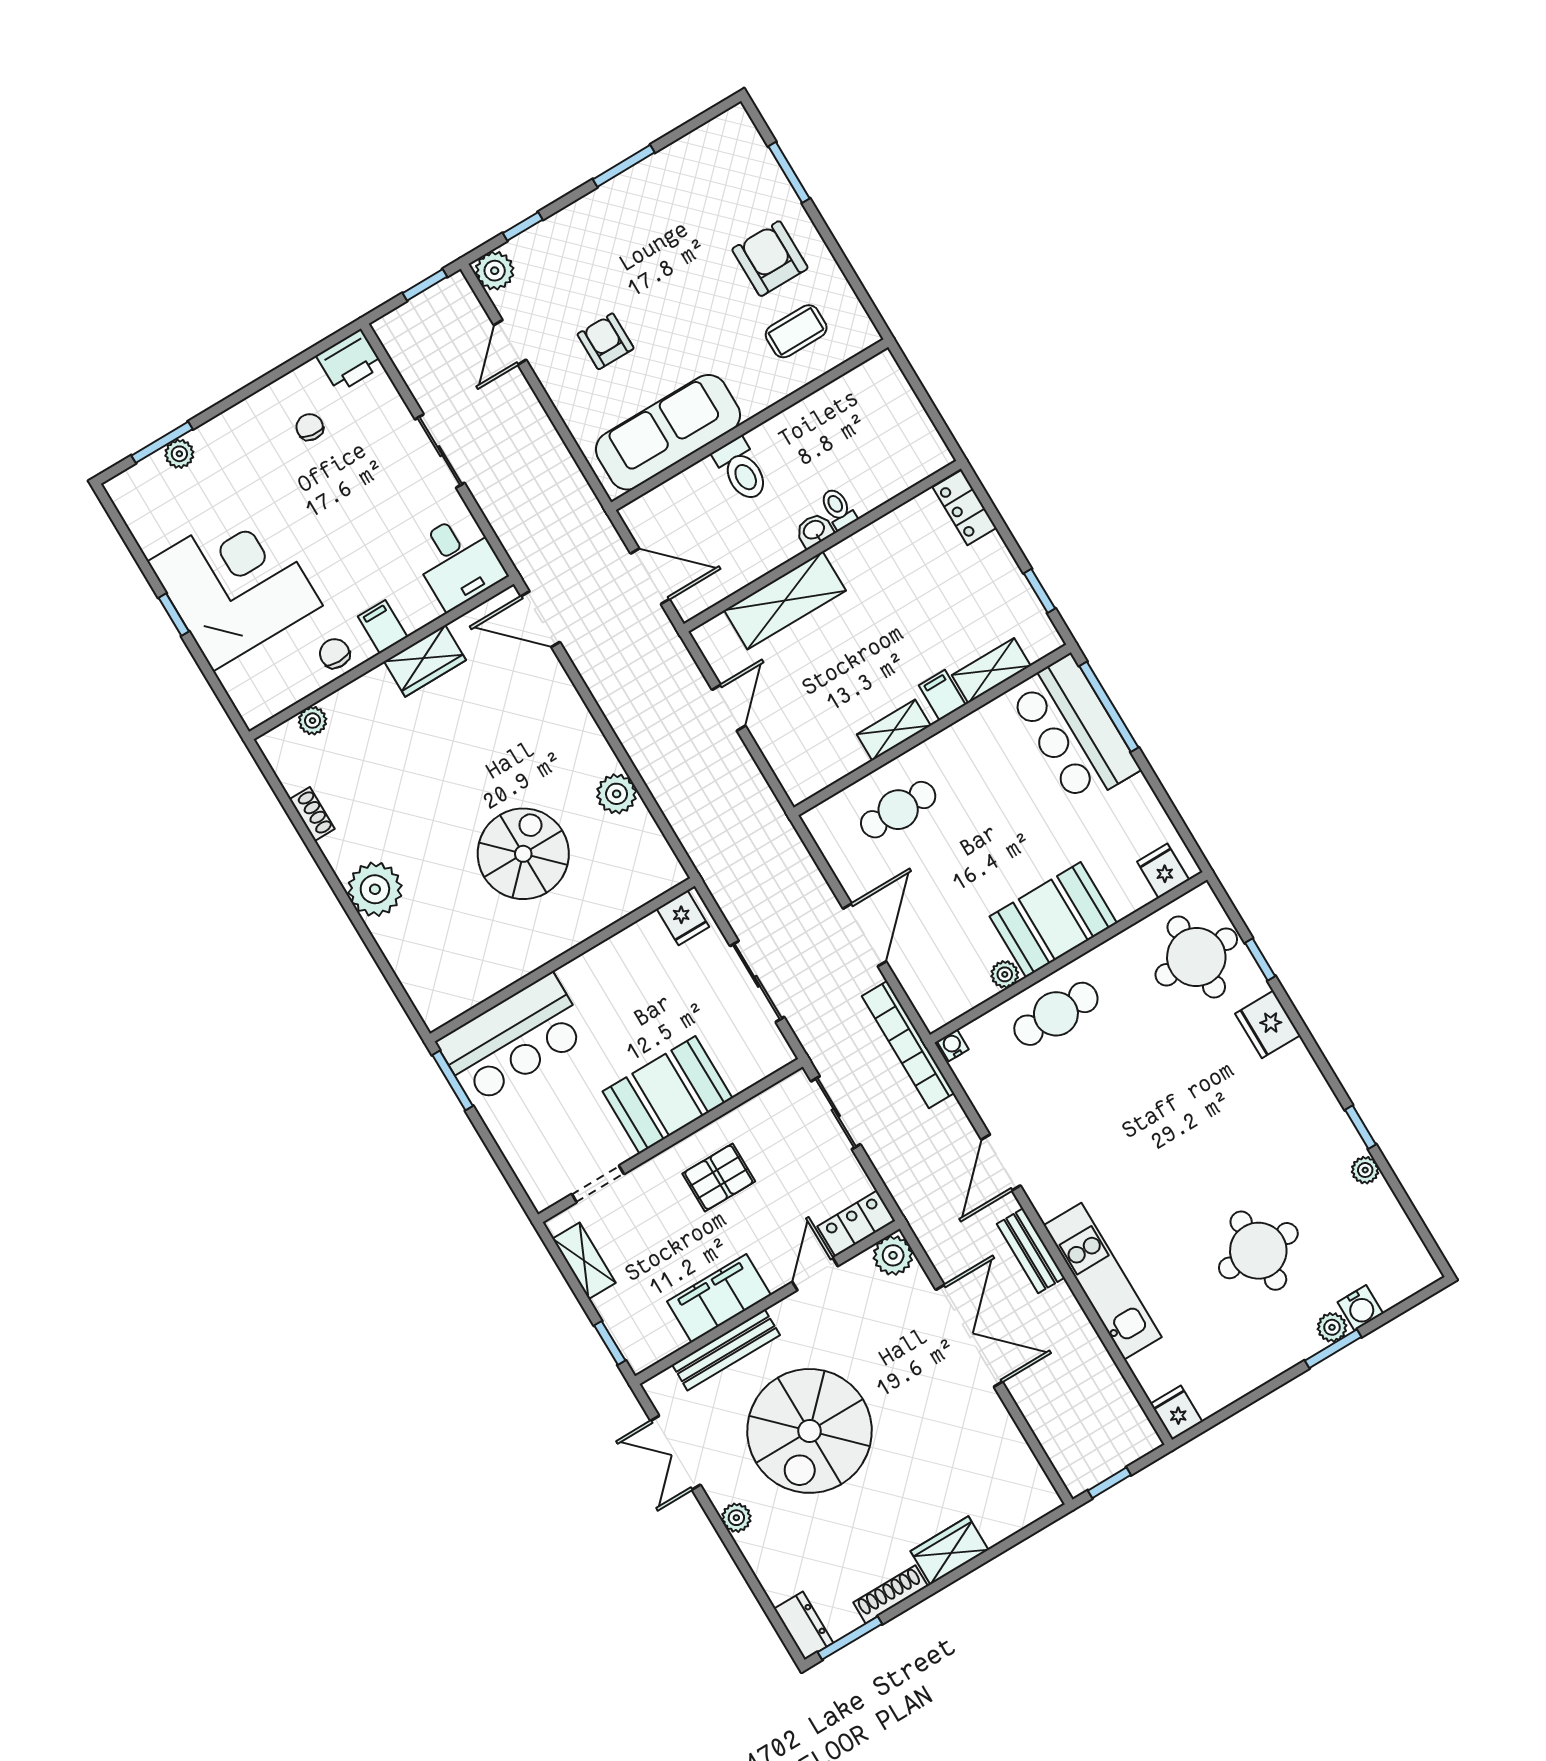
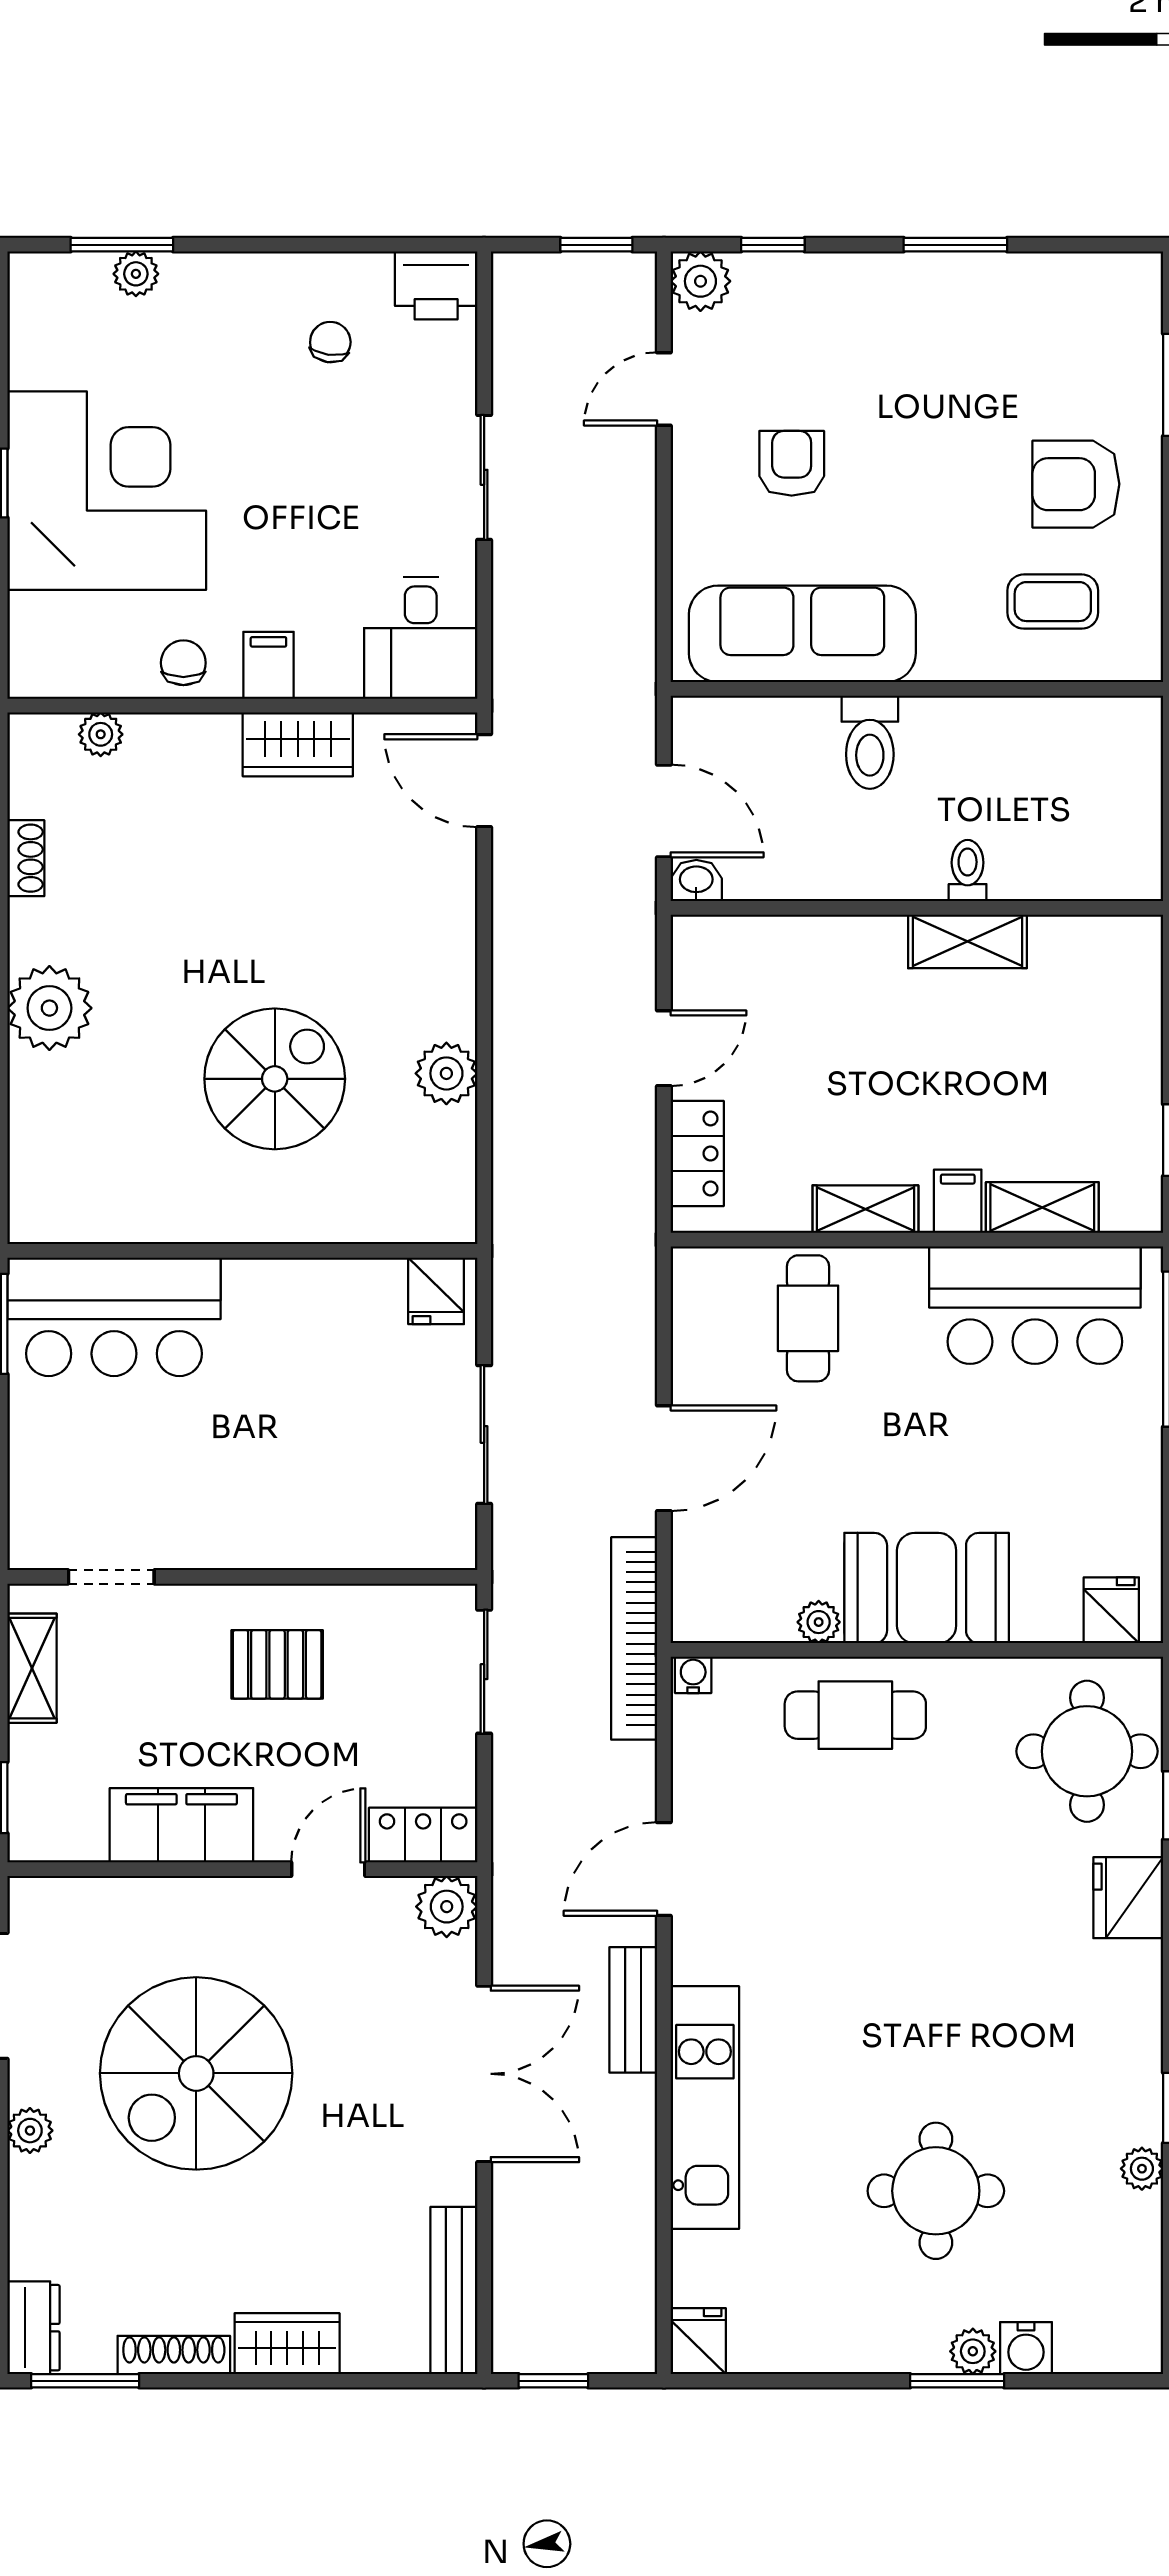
armchair: (770, 259) -> (1076, 484), turned -90
locker: (965, 508) -> (697, 1153), moved, turned 180
washbasin: (814, 530) -> (696, 881), moved
shelving: (785, 600) -> (967, 941), moved, width x0.67, depth x0.75
bar counter: (1074, 731) -> (1035, 1305), moved, turned -90
cafe table: (898, 810) -> (808, 1318), turned 90
booth: (667, 1095) -> (275, 1514), removed
bench: (726, 1350) -> (454, 2290), moved, turned 90

